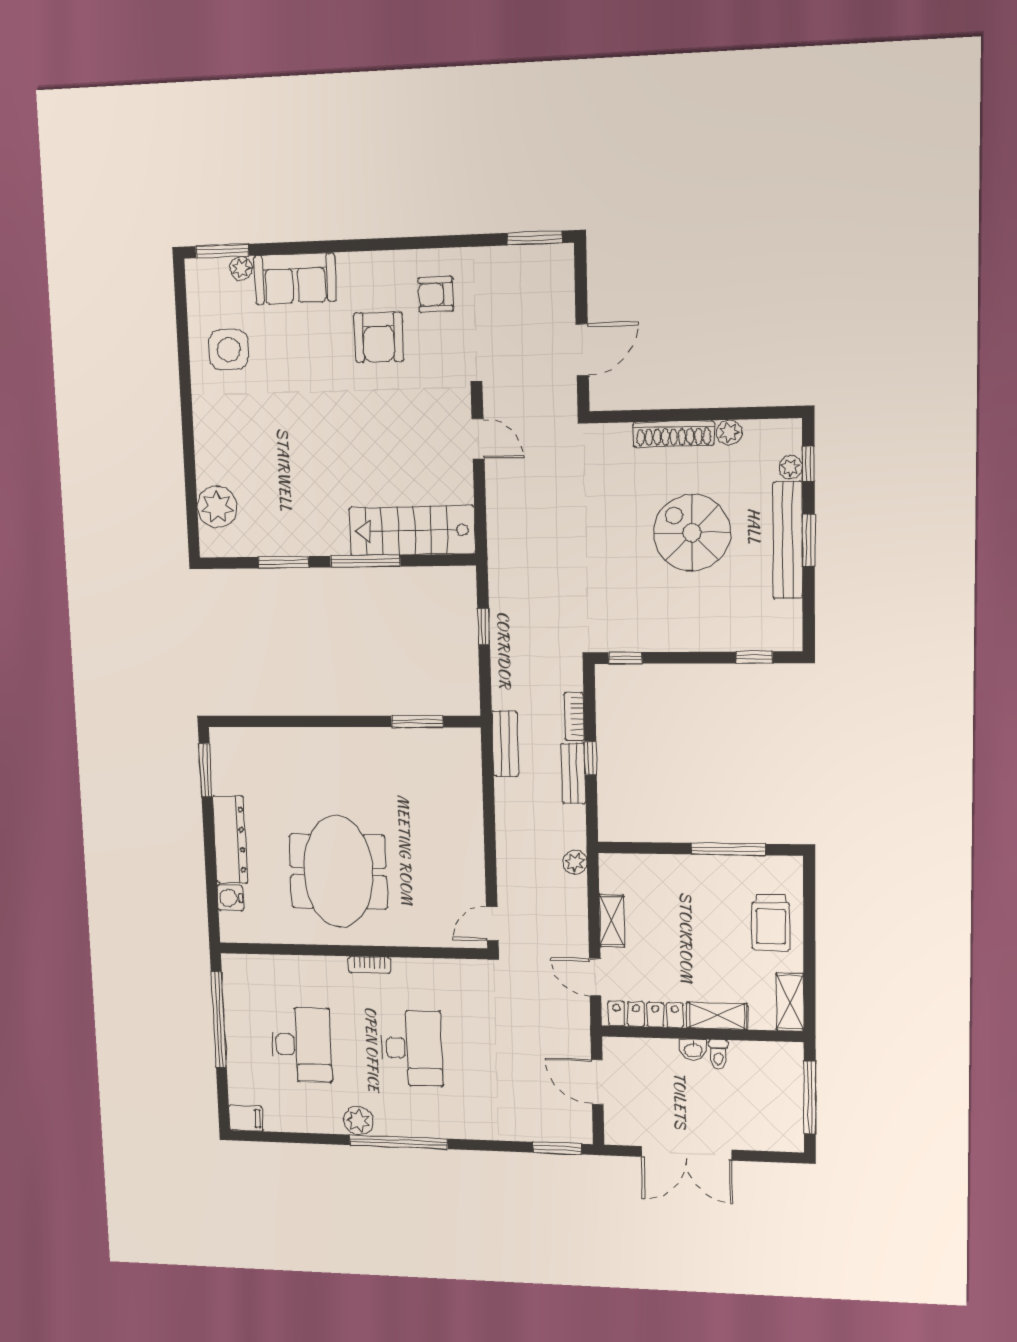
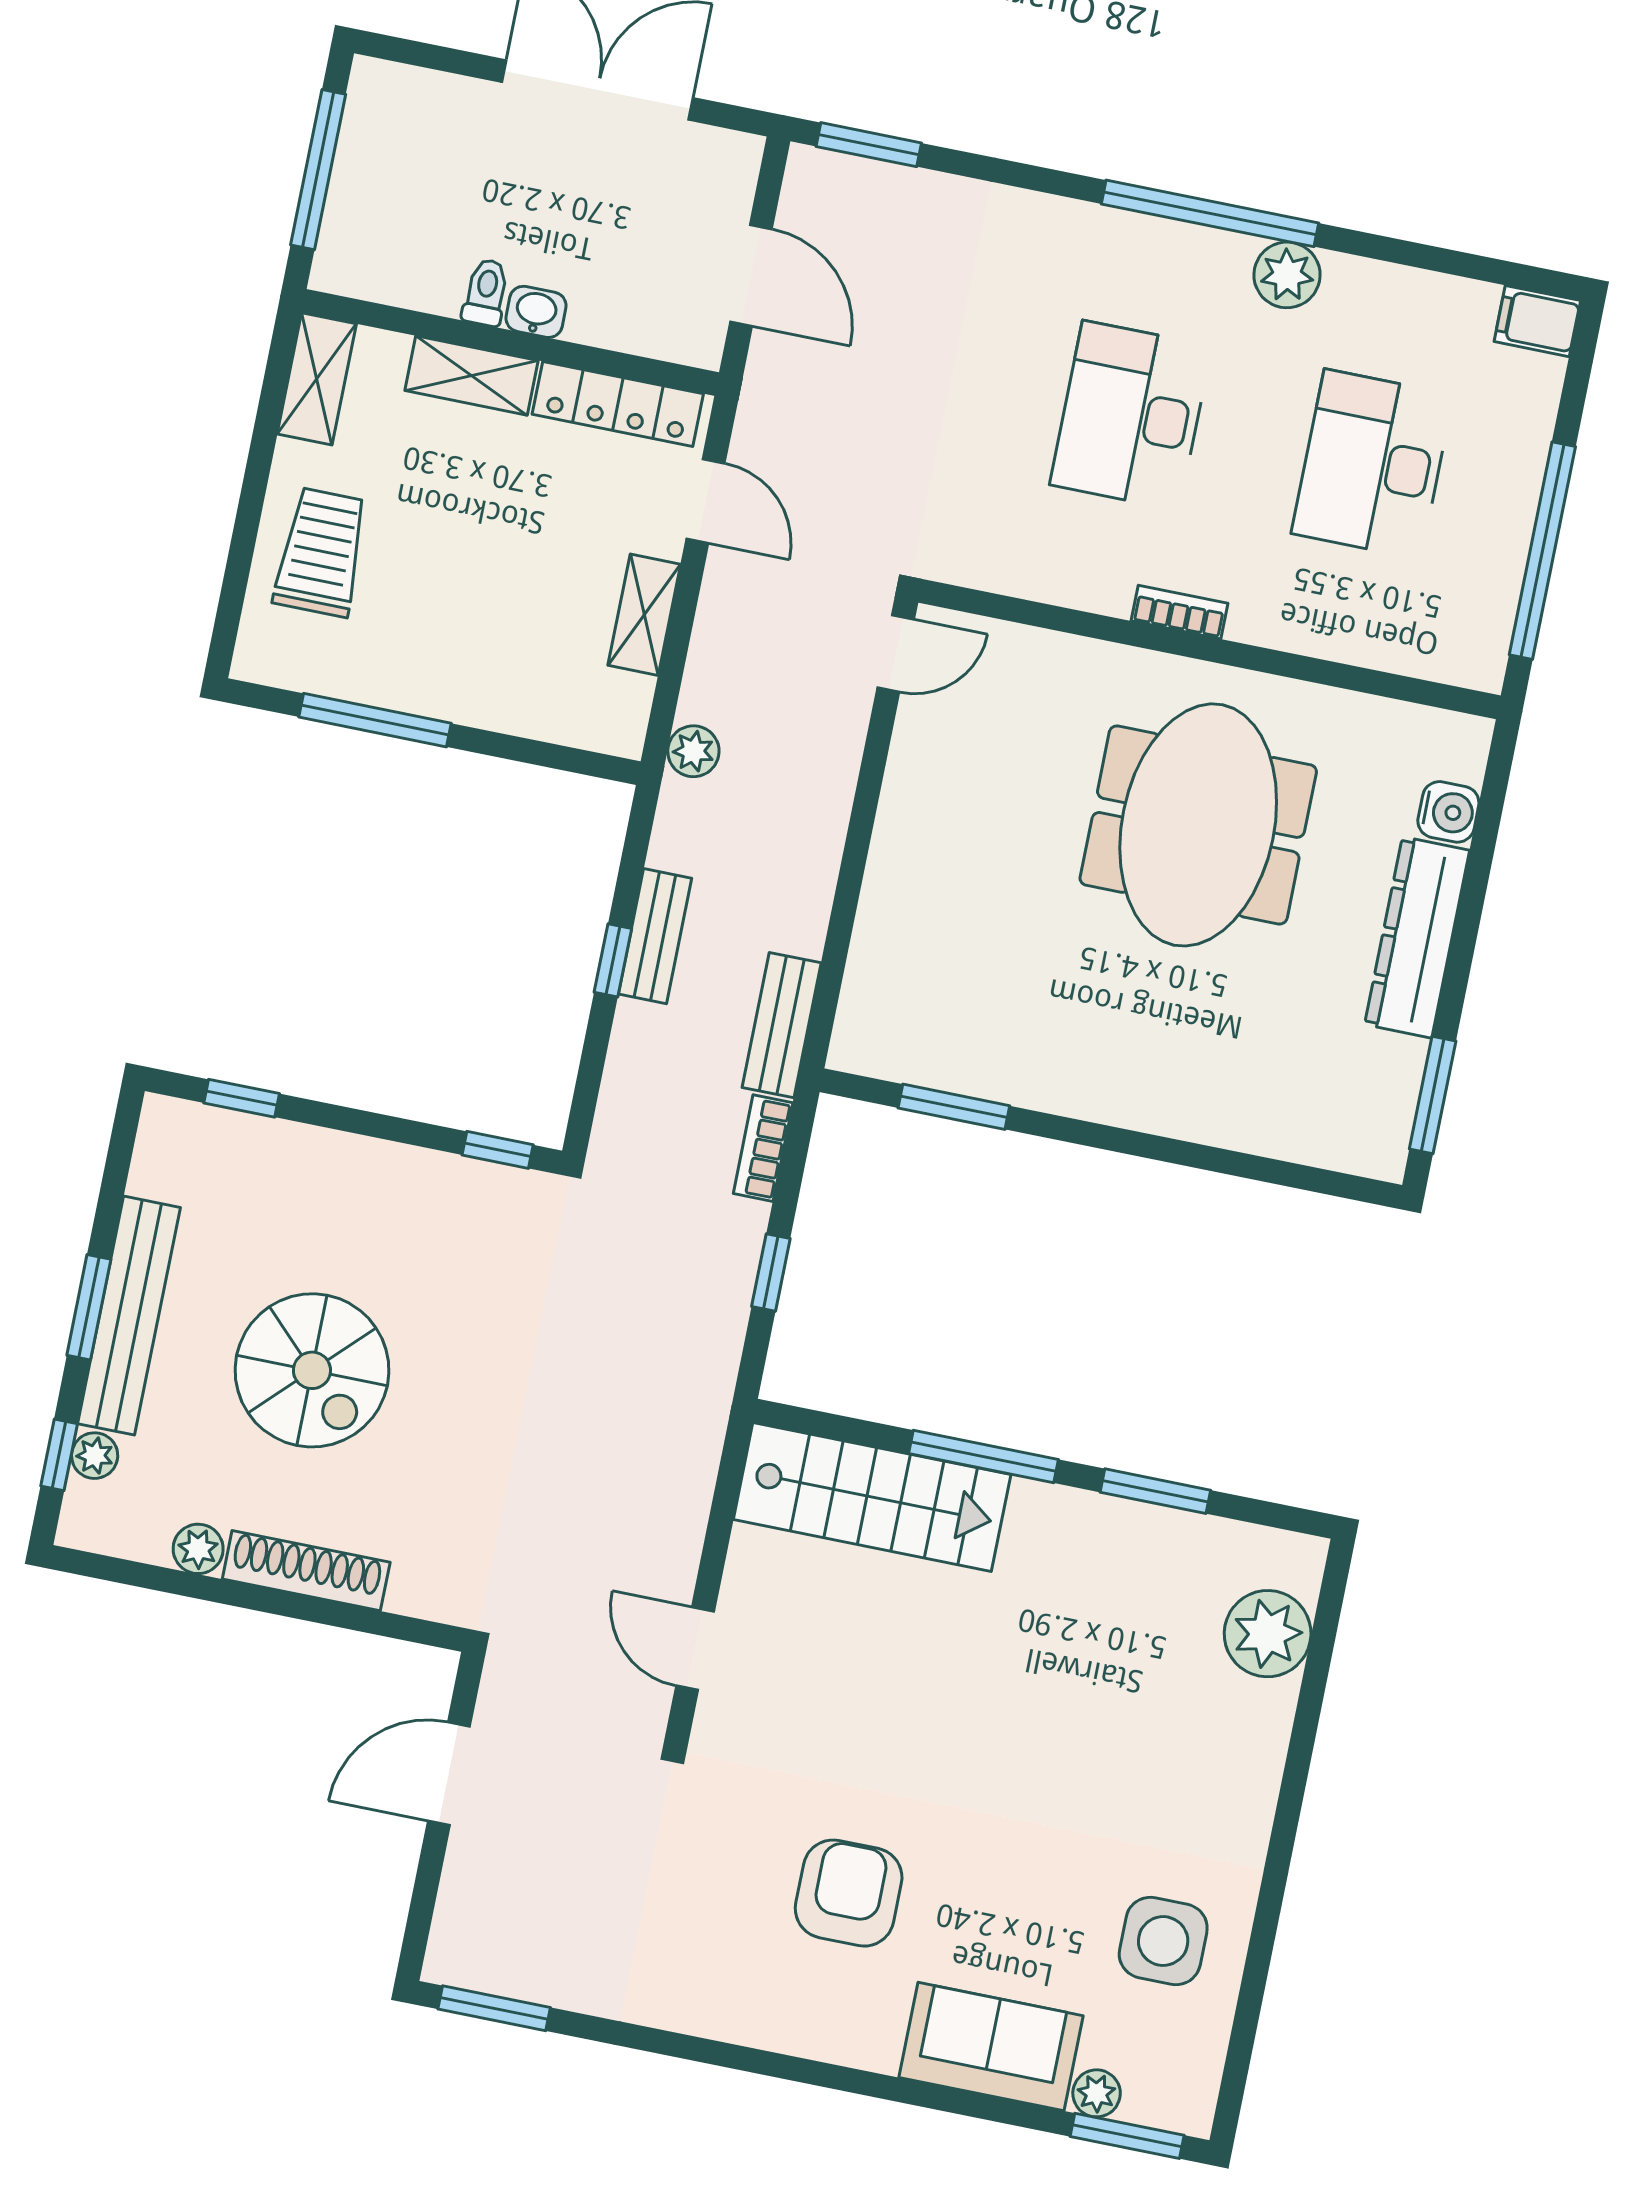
armchair: (436, 294) -> (714, 1948), removed
bookcase: (574, 717) -> (763, 1148), moved, turned 180

